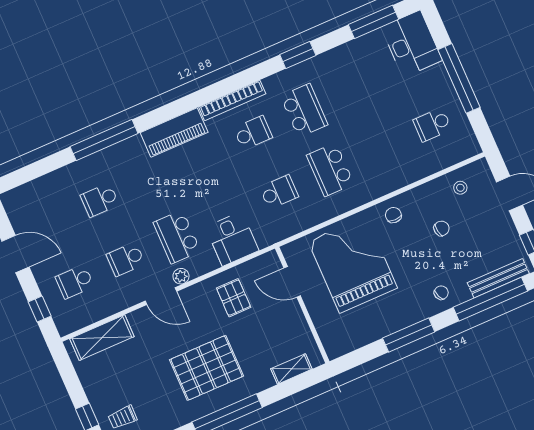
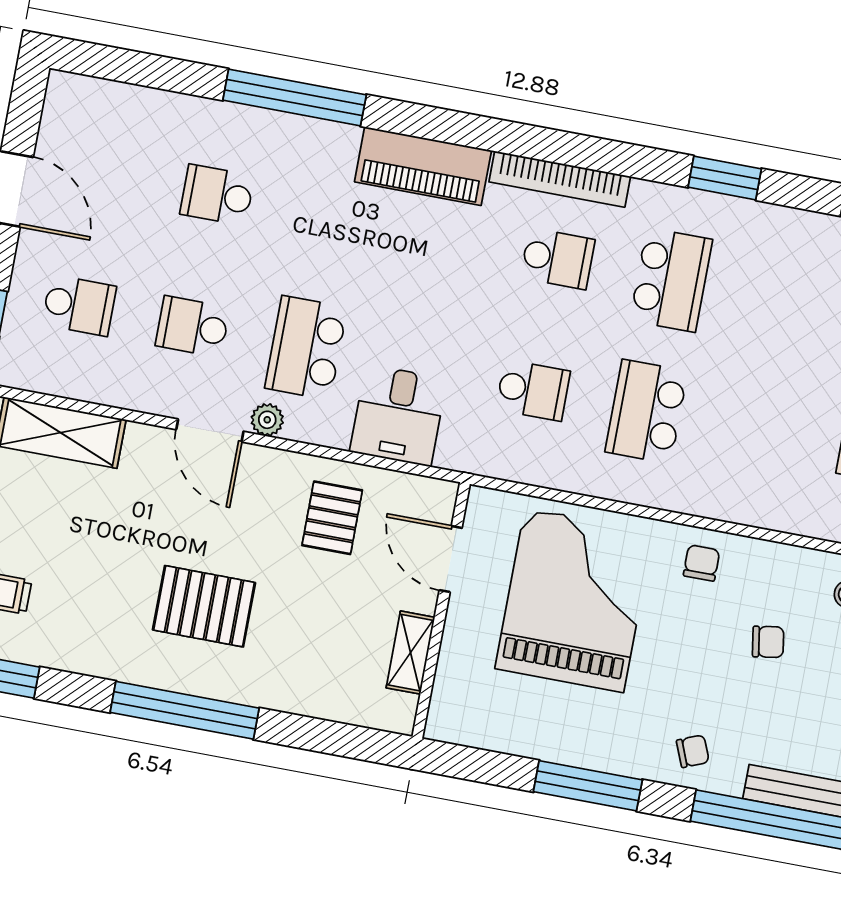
school desk: (75, 282) -> (79, 305), turned 180
pallet: (207, 368) -> (204, 606), width x0.73, depth x0.71
shelving: (291, 369) -> (410, 653), moved, turned 90

